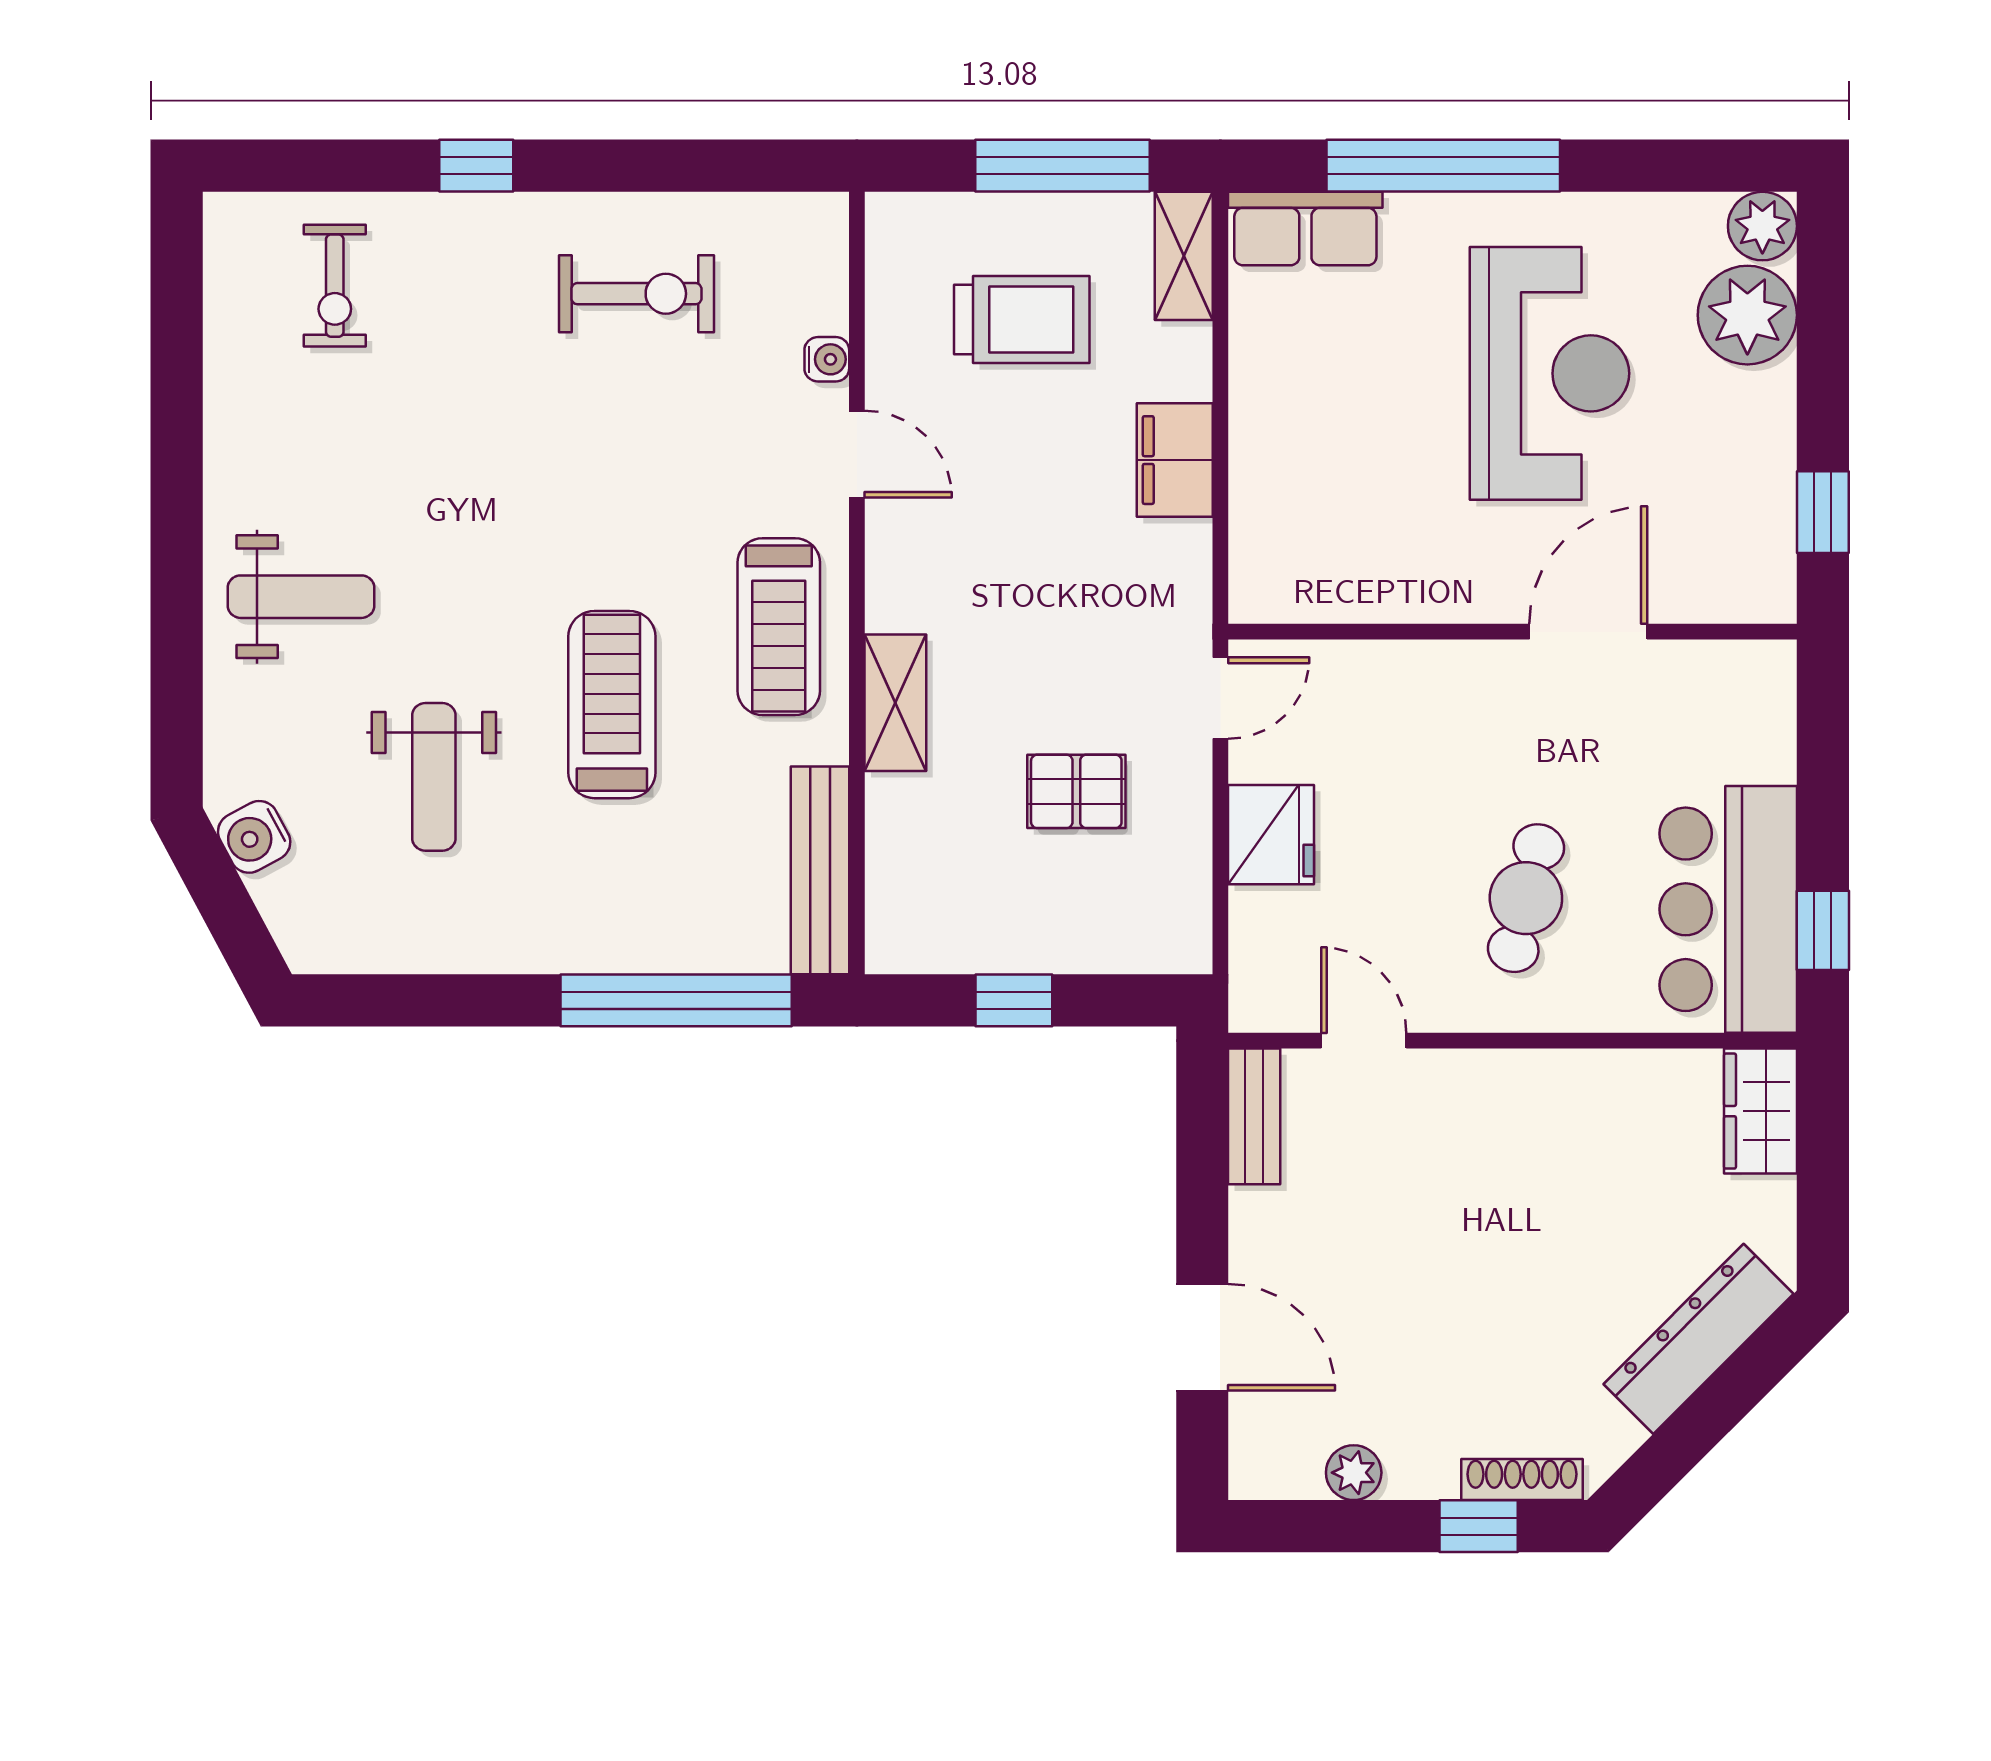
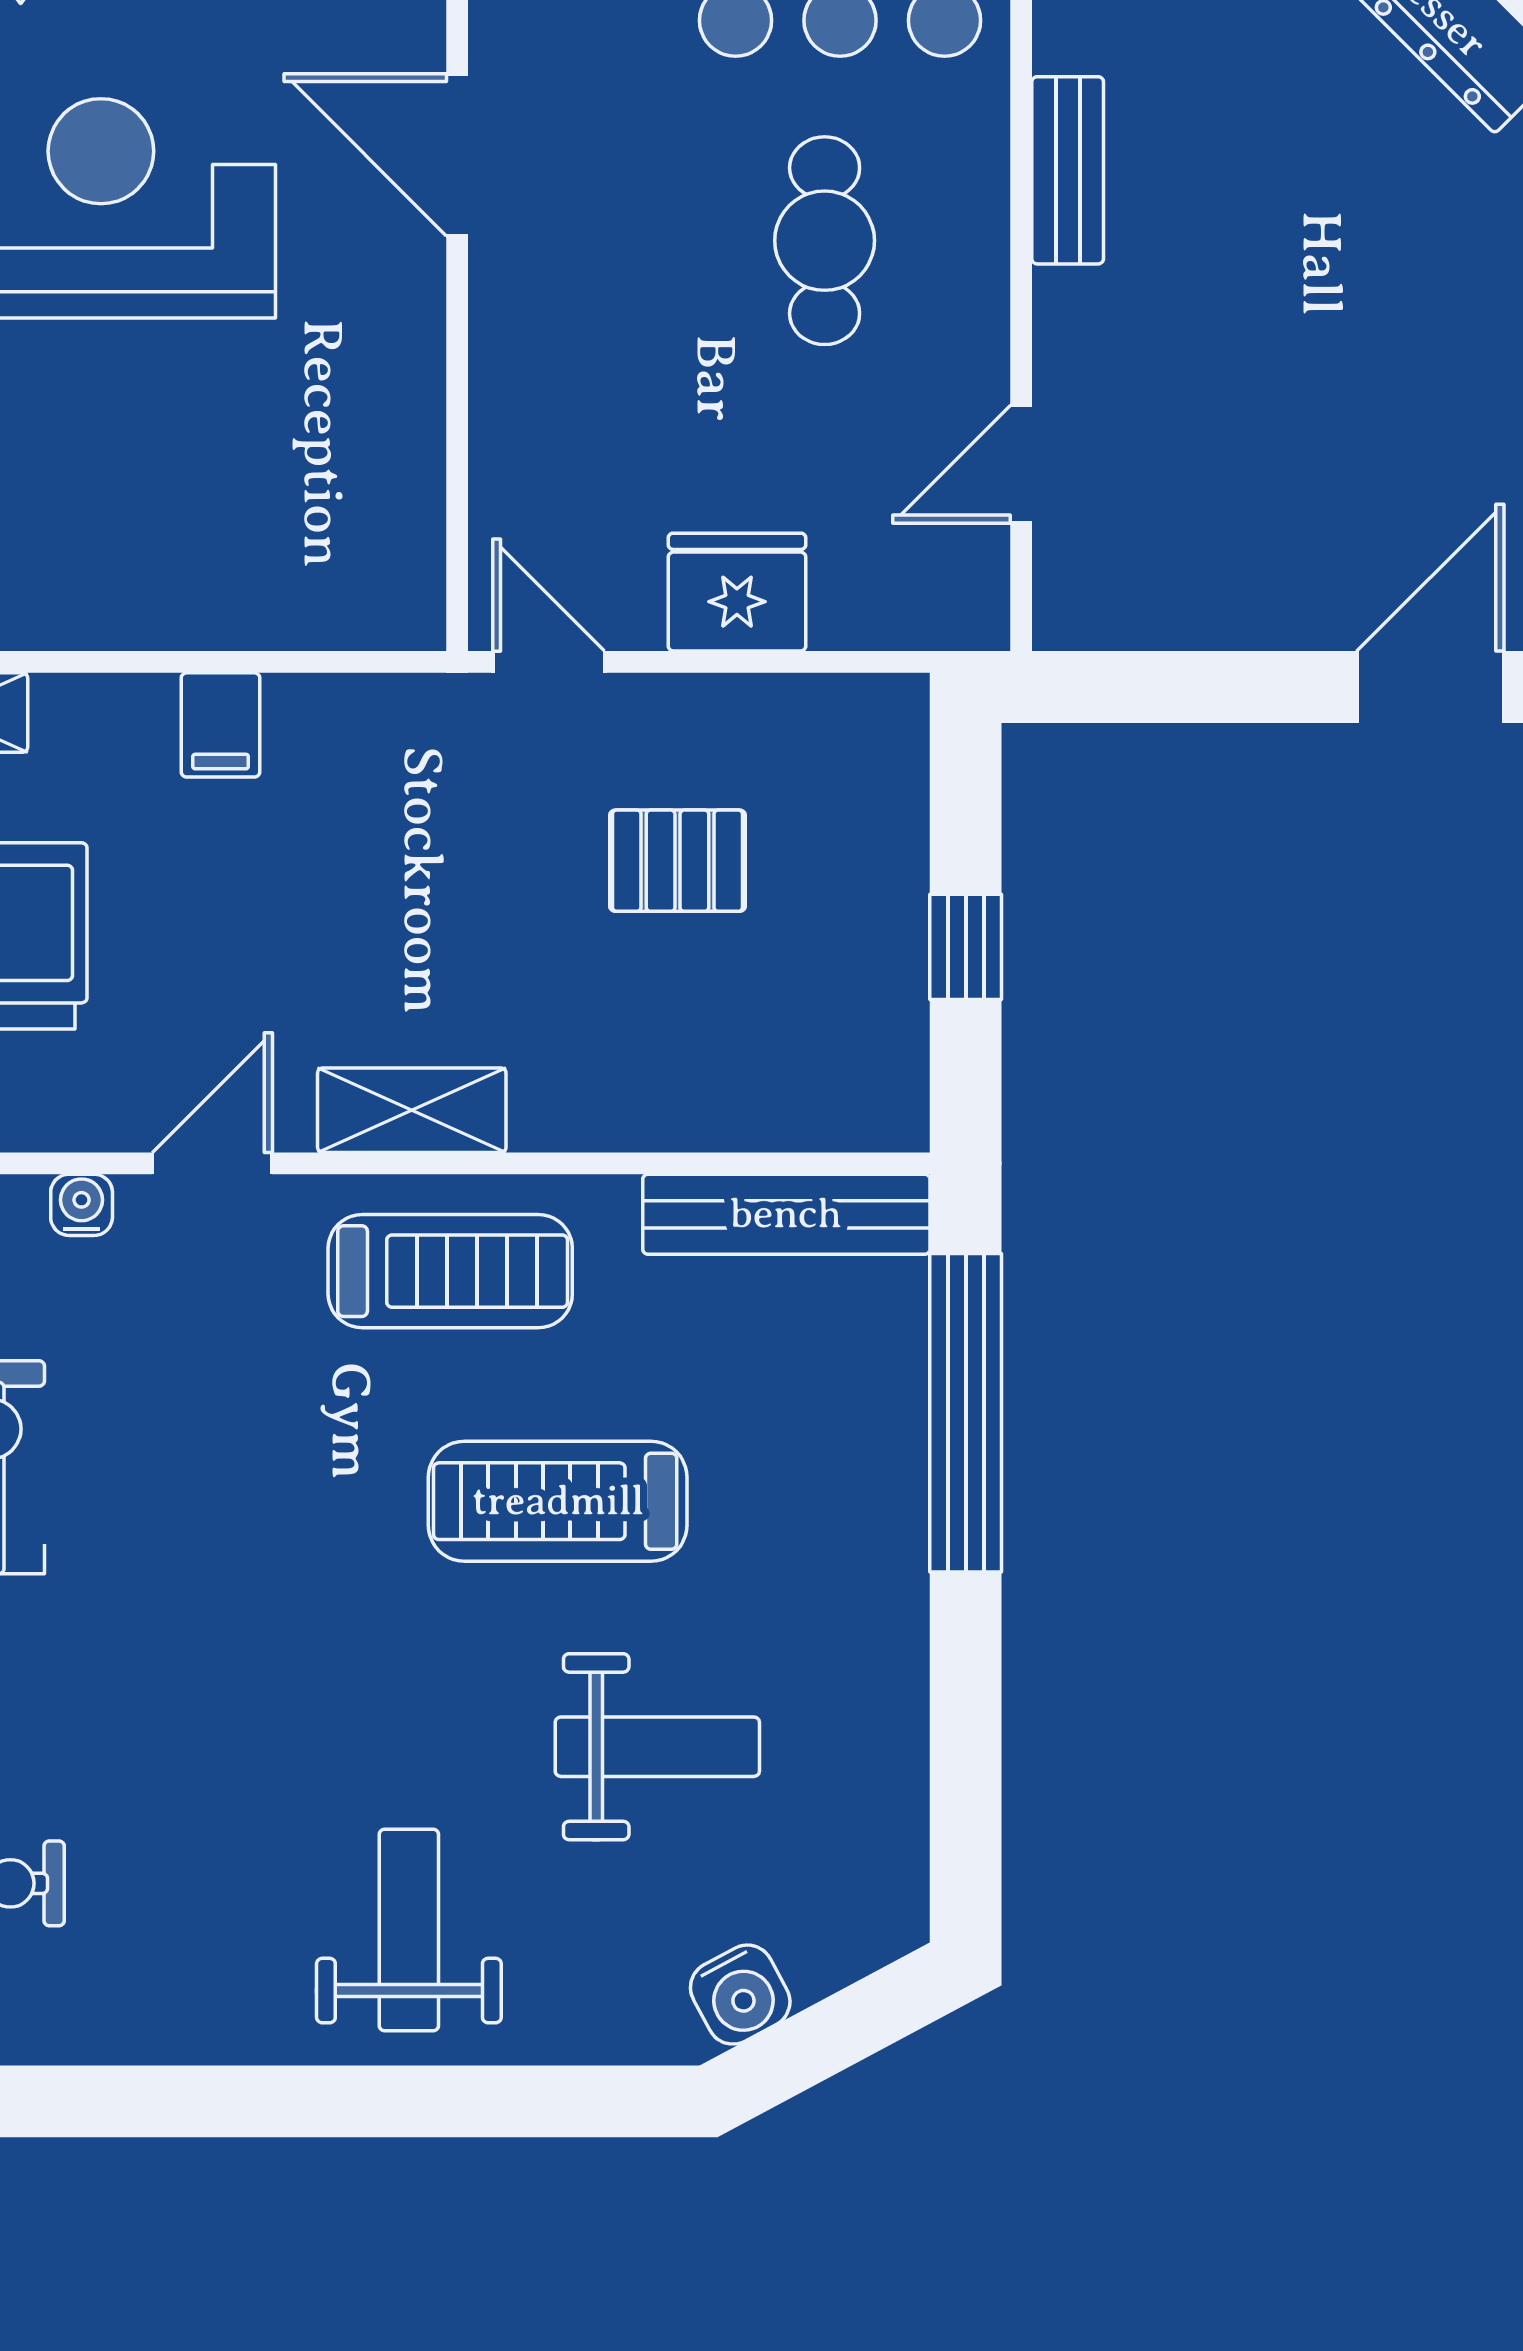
filing cabinet: (1175, 460) -> (221, 725), width x0.50
shelving: (895, 703) -> (412, 1110), moved
pallet: (1076, 791) -> (677, 861), turned 90
cafe table: (1526, 898) -> (825, 241), turned 76
bench: (1254, 1116) -> (1068, 170), moved, turned 90

